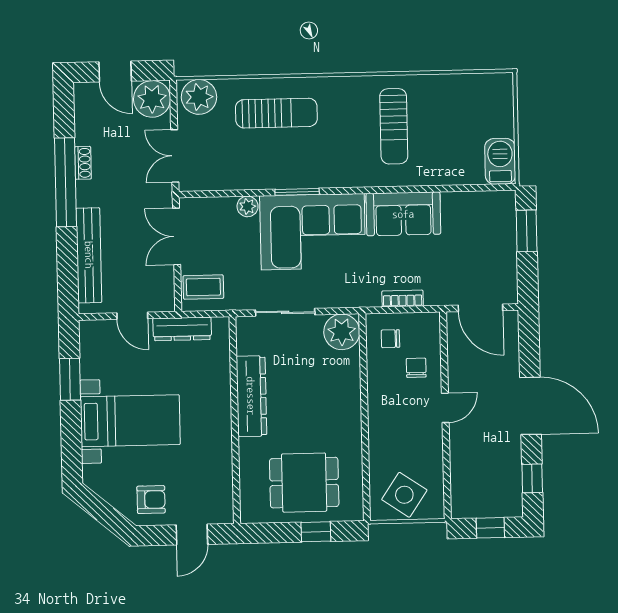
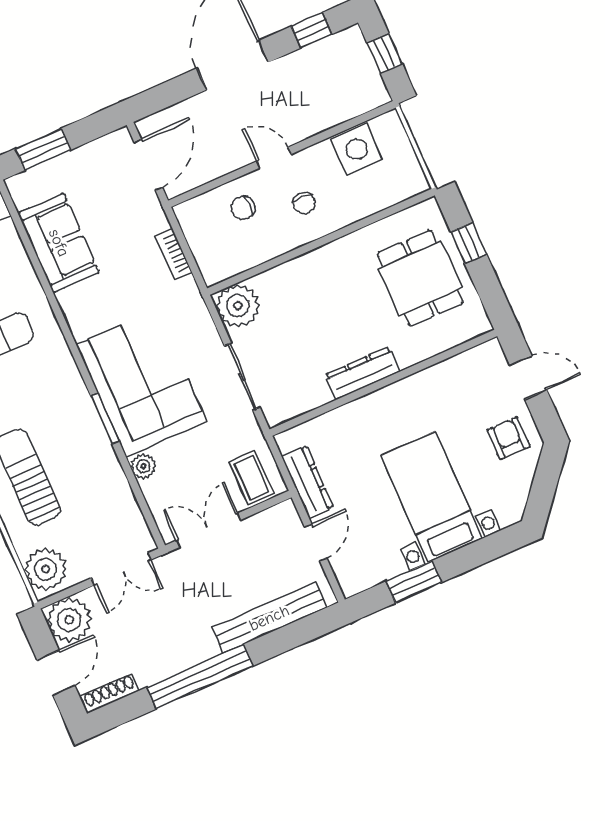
shoe rack: (83, 163) -> (110, 693), moved, width x1.43
sofa: (403, 214) -> (59, 243), moved
double door: (177, 236) -> (209, 530), swing flipped
chair: (390, 339) -> (304, 203), moved
dresser: (251, 396) -> (362, 373), width x0.73, depth x0.80
side table: (404, 495) -> (357, 149), moved, turned -34

